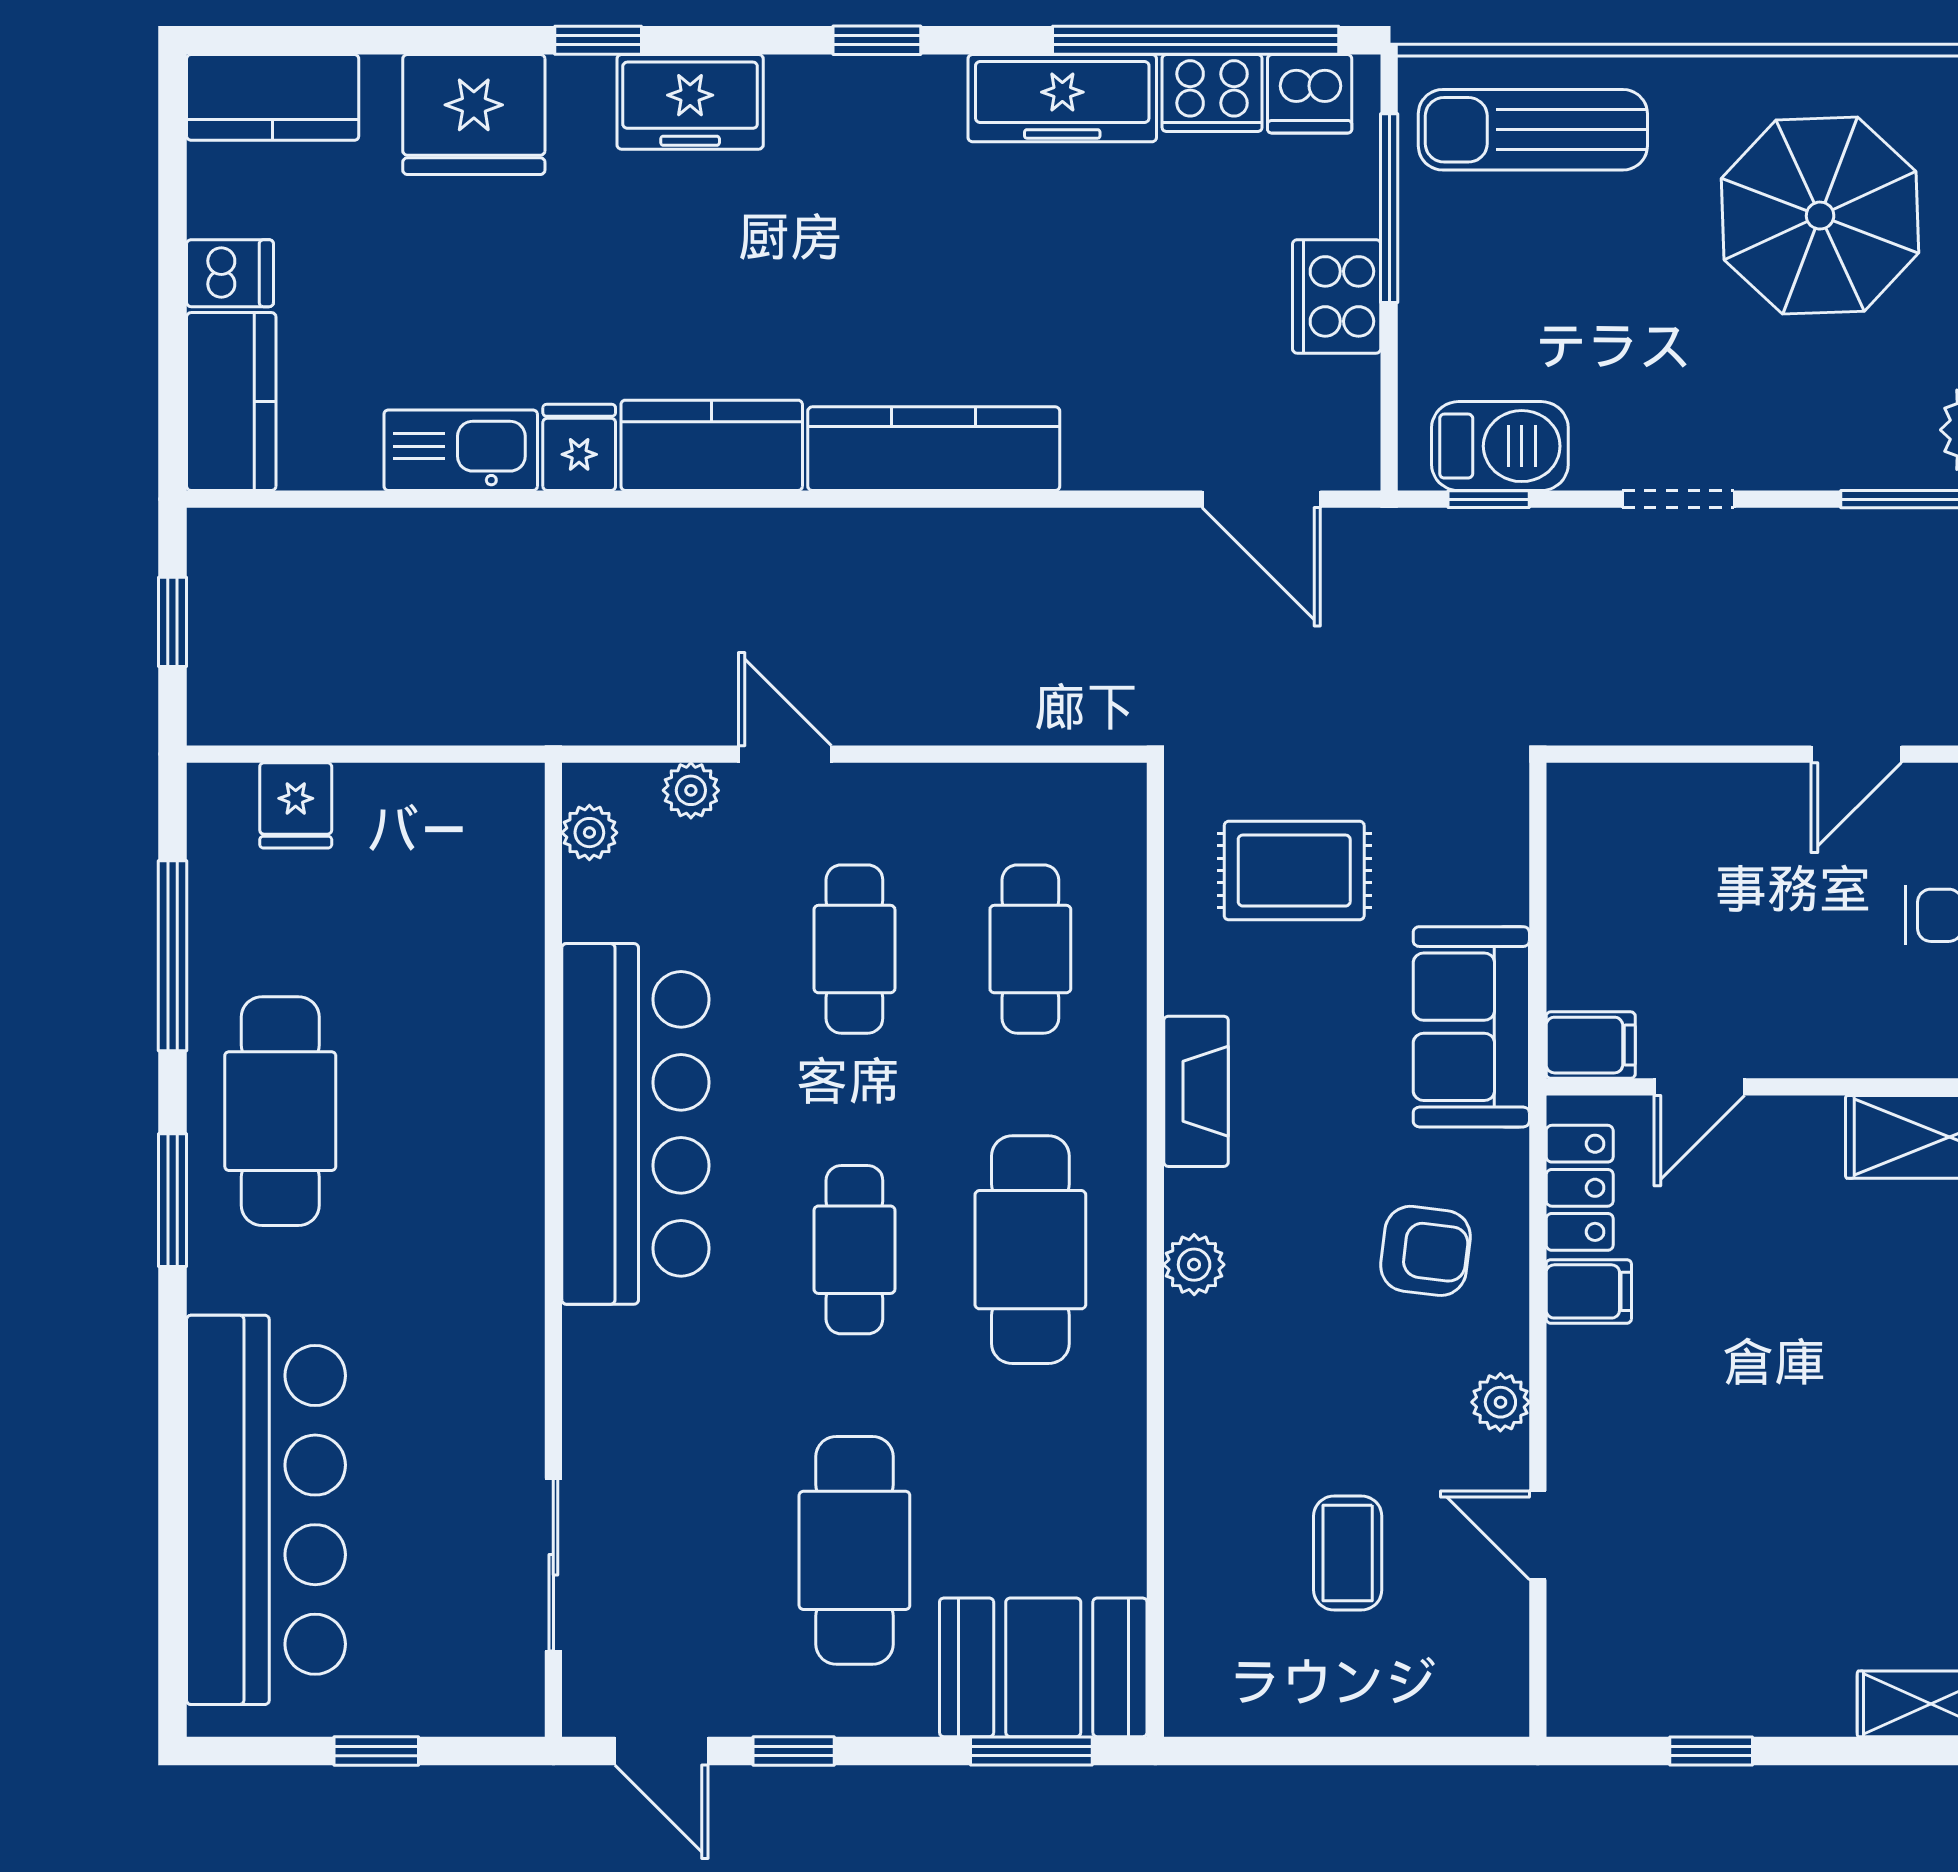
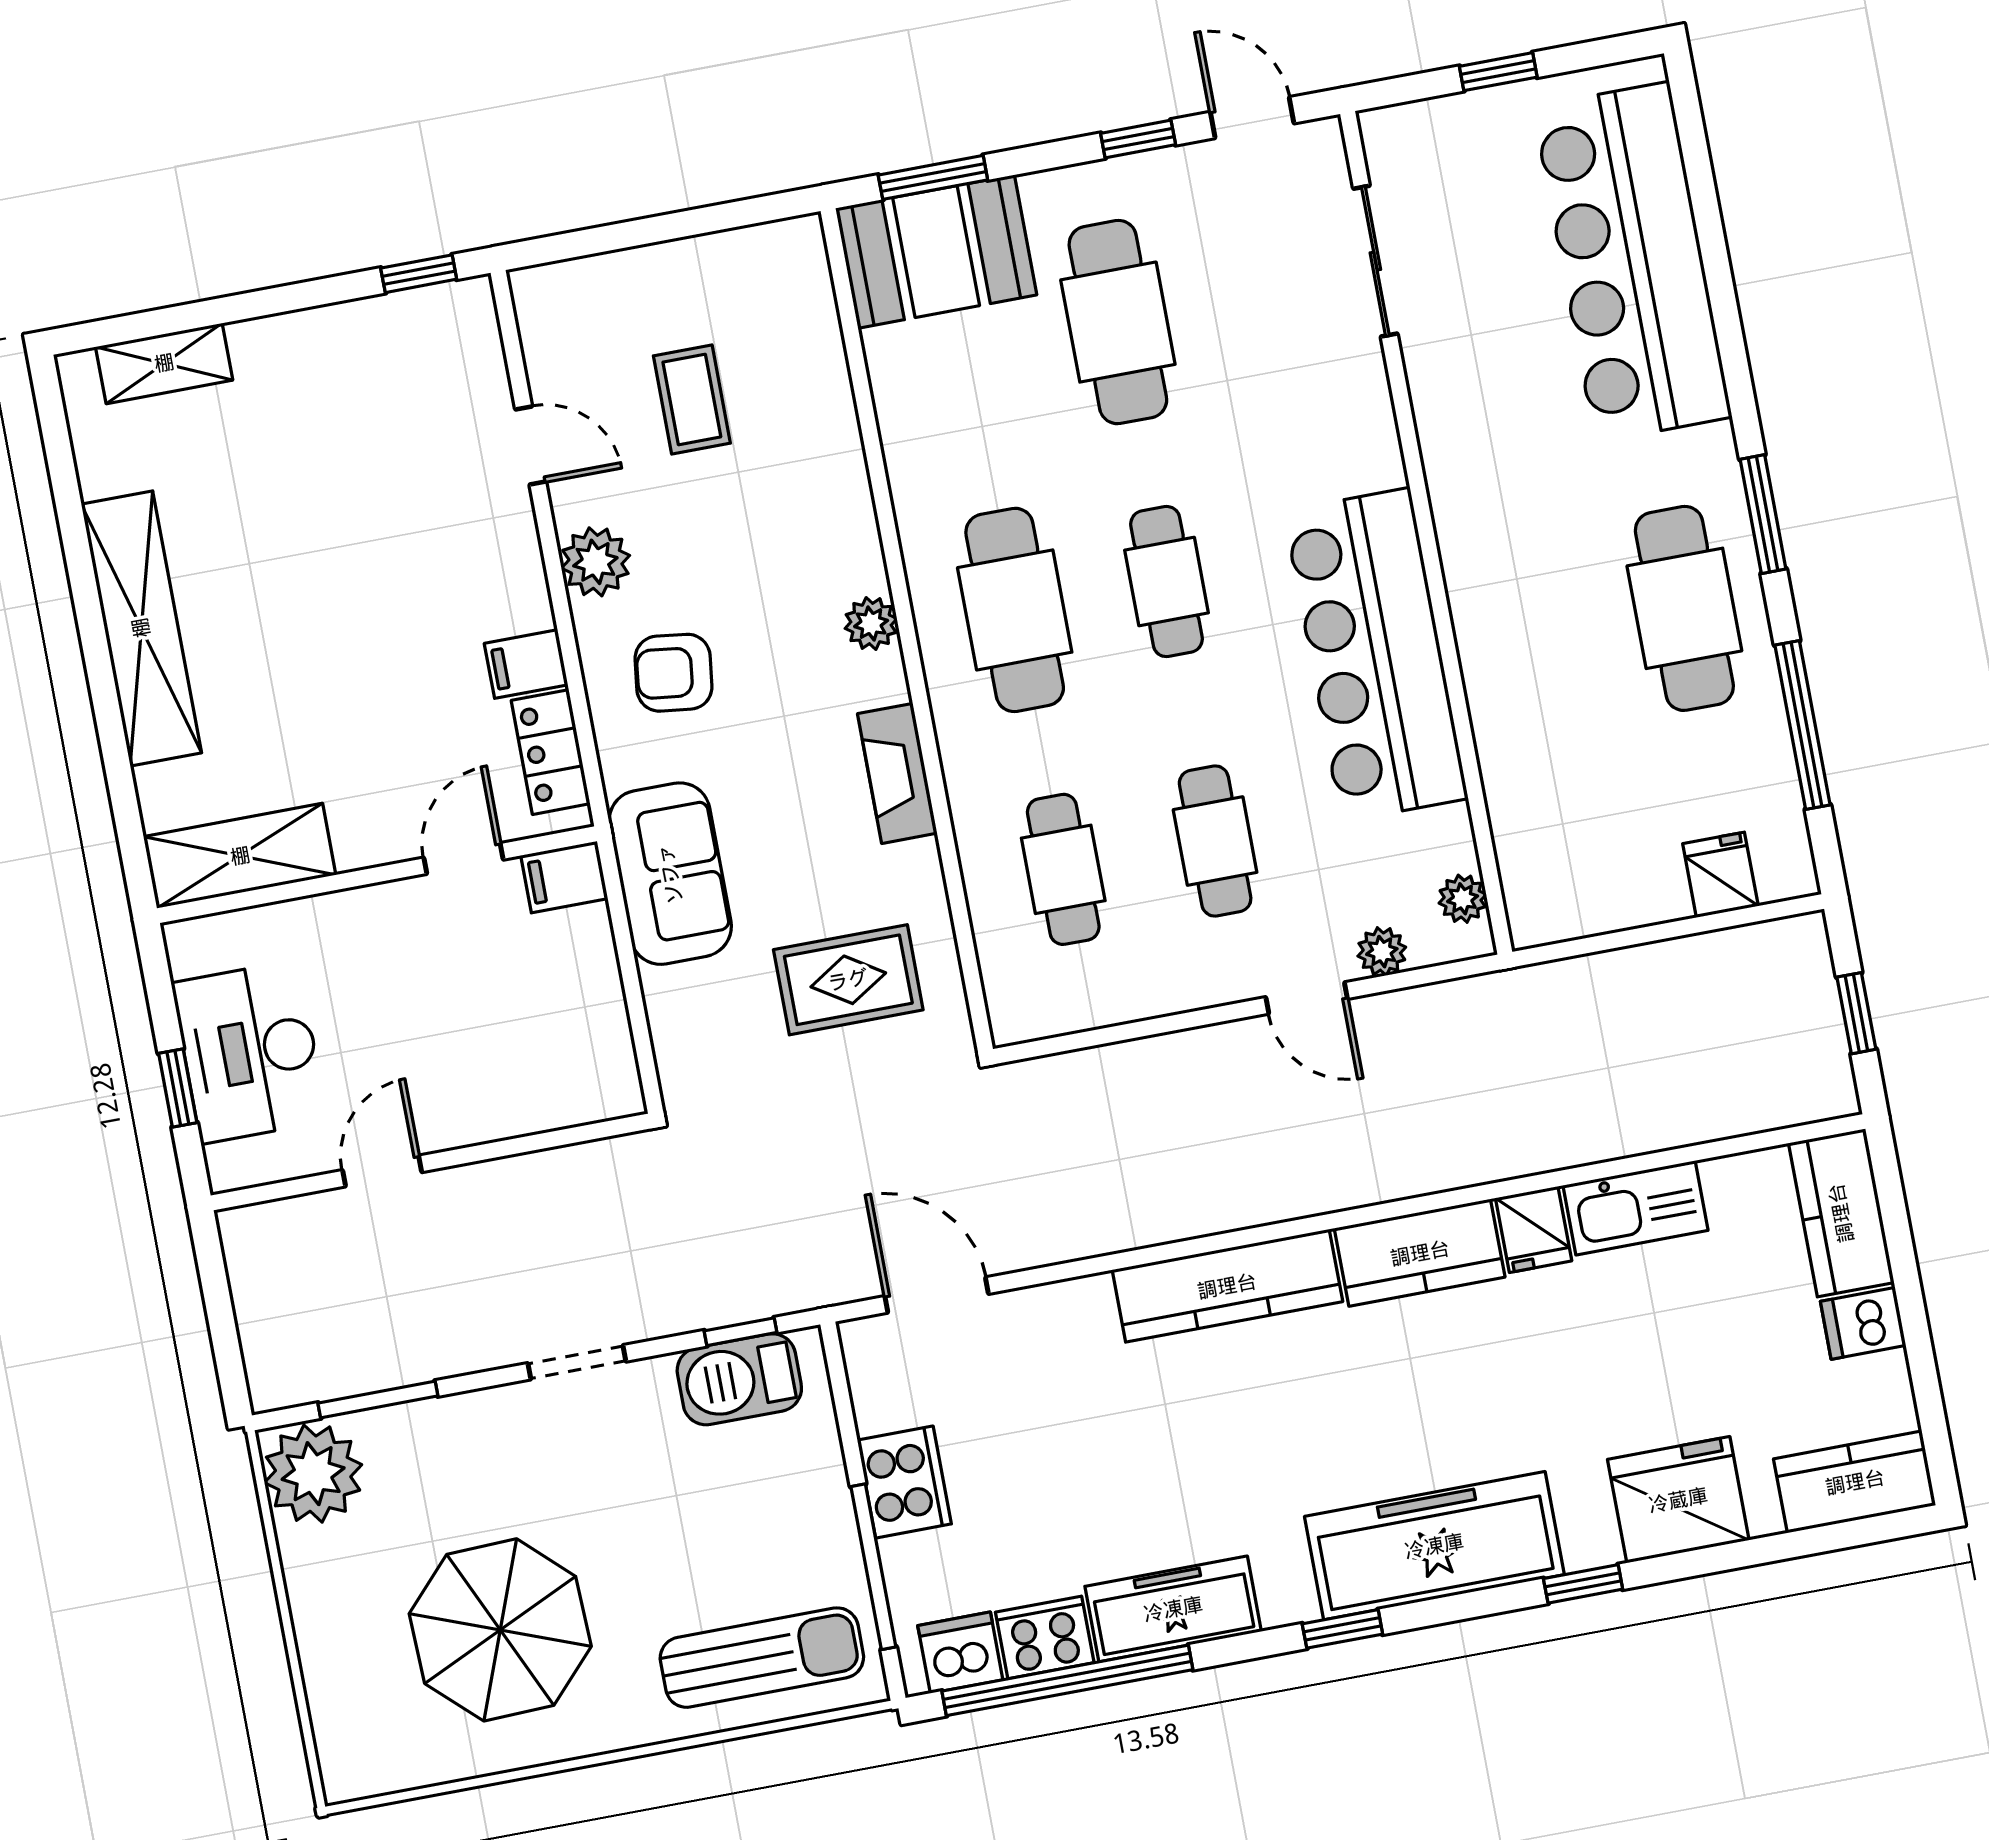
freezer: (690, 102) -> (1434, 1546), width x1.91, depth x1.26
plant: (1500, 1402) -> (595, 562), width x1.38, depth x1.38
window: (1711, 1751) -> (419, 274), moved

